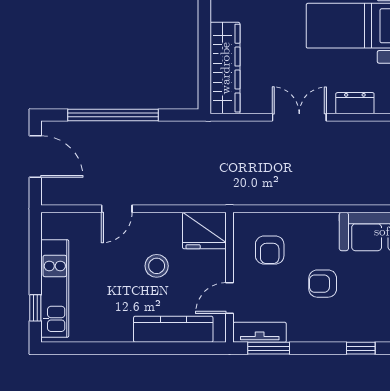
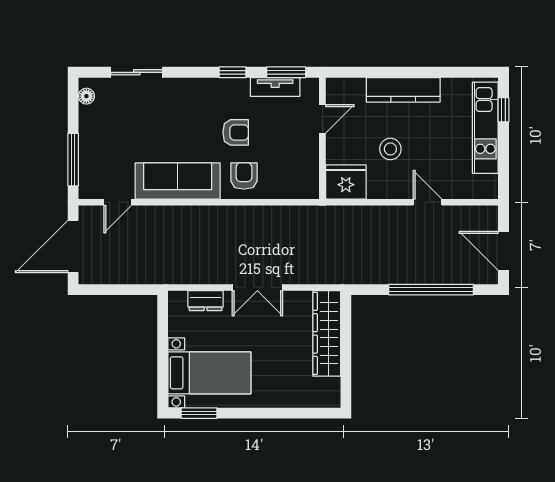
door: (117, 209) -> (428, 202), hinge flipped
armchair: (270, 250) -> (244, 176), moved
kitchen counter: (173, 329) -> (403, 90), moved
tv unit: (260, 332) -> (275, 87), moved
window: (361, 348) -> (233, 72), moved

